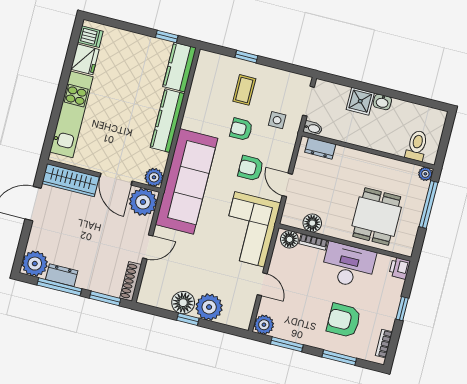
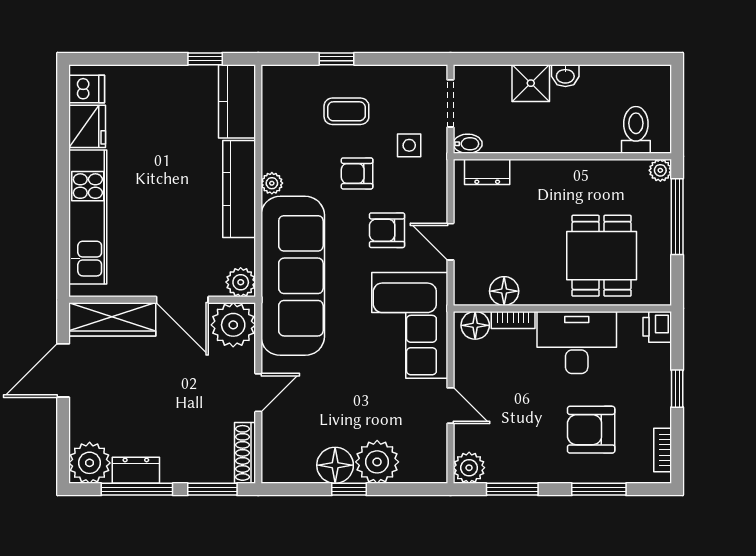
coffee table: (244, 90) -> (346, 111), turned 90
plant: (188, 122) -> (272, 183), added

